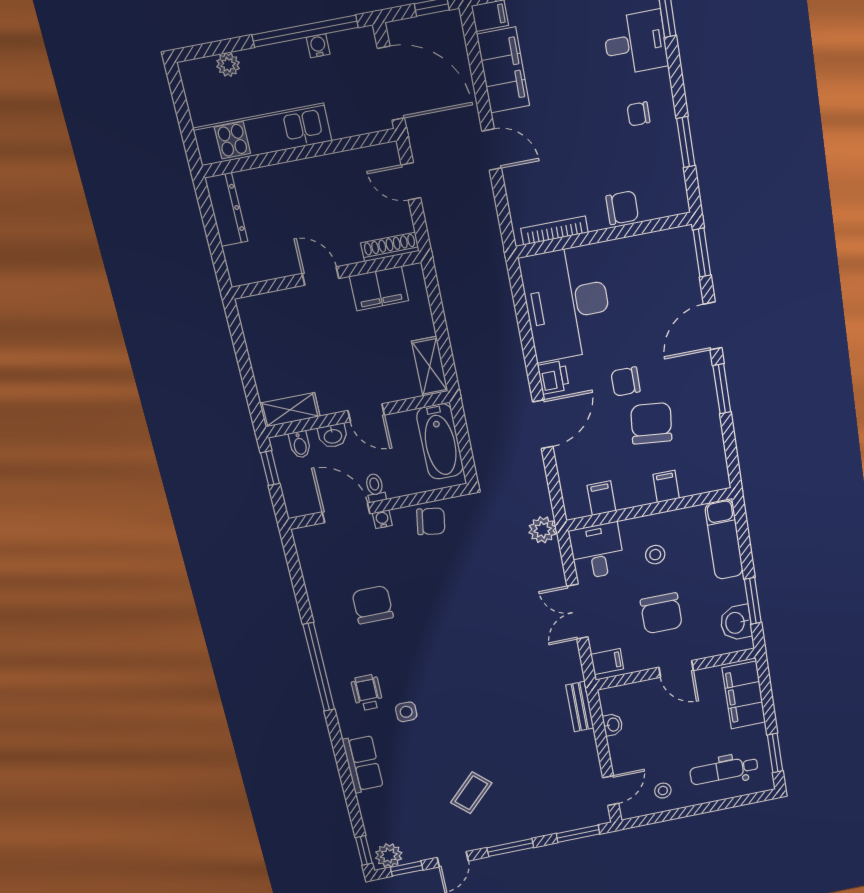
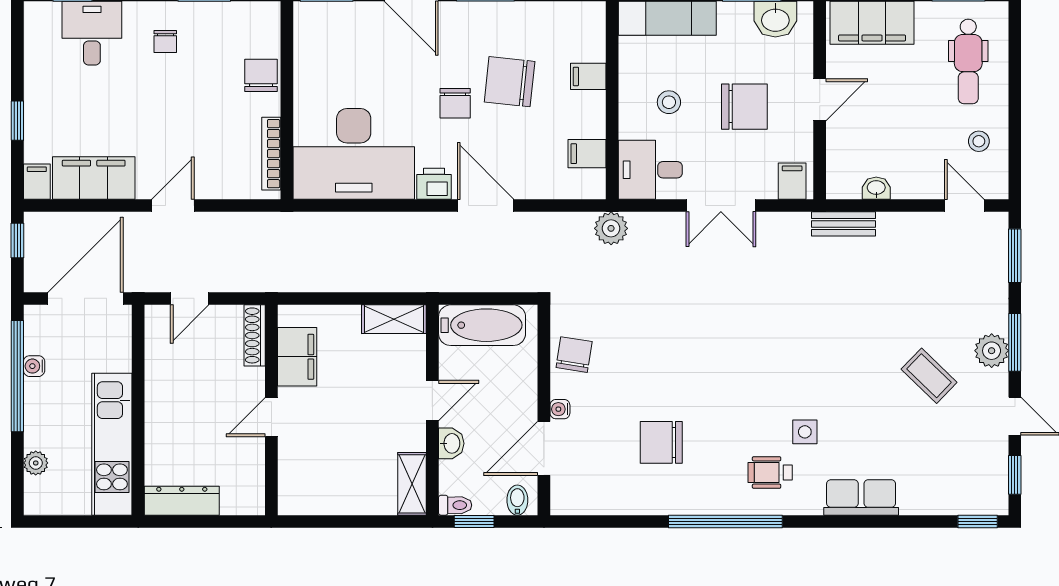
bidet: (300, 445) -> (517, 500), moved, turned -90
toilet: (375, 488) -> (455, 505), moved, turned 180
plant: (389, 855) -> (992, 351), moved

